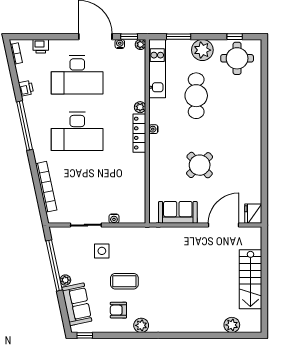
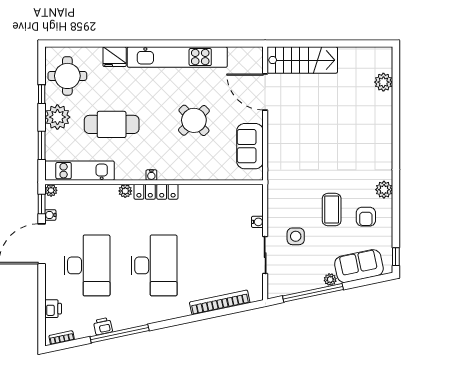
window: (235, 37) -> (42, 94), moved
window: (25, 126) -> (120, 334), moved
kitchen unit: (253, 151) -> (177, 57), added
fridge: (253, 214) -> (115, 57), moved
stairs: (250, 279) -> (302, 60), moved

